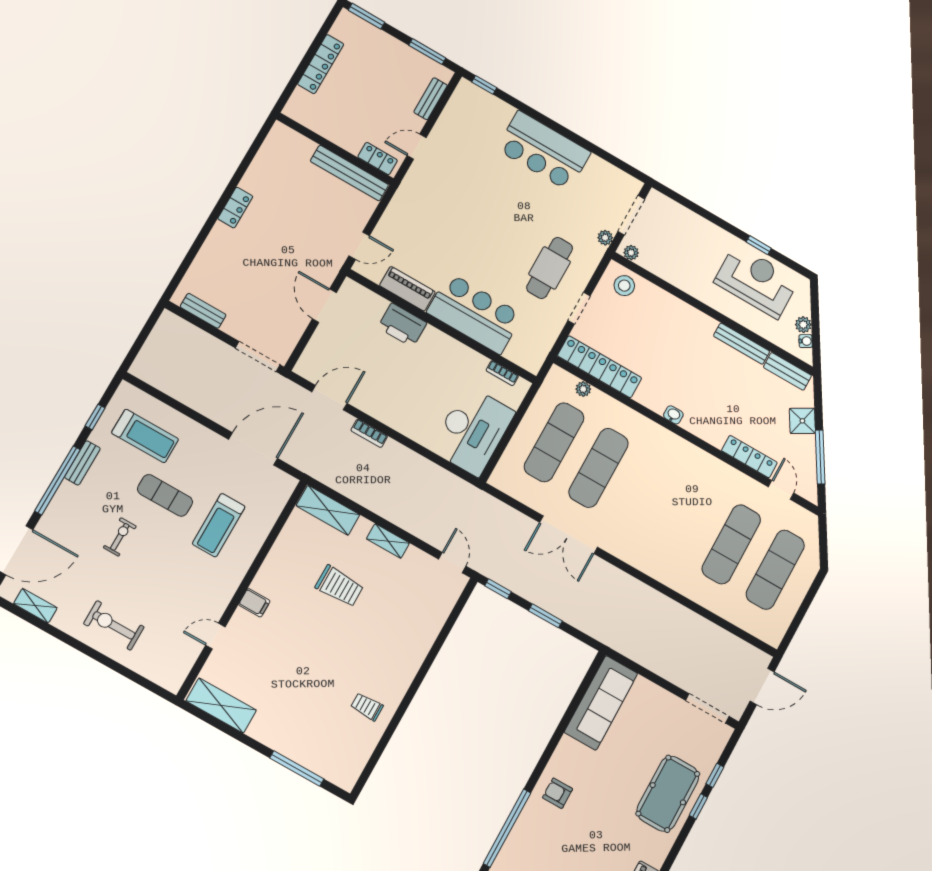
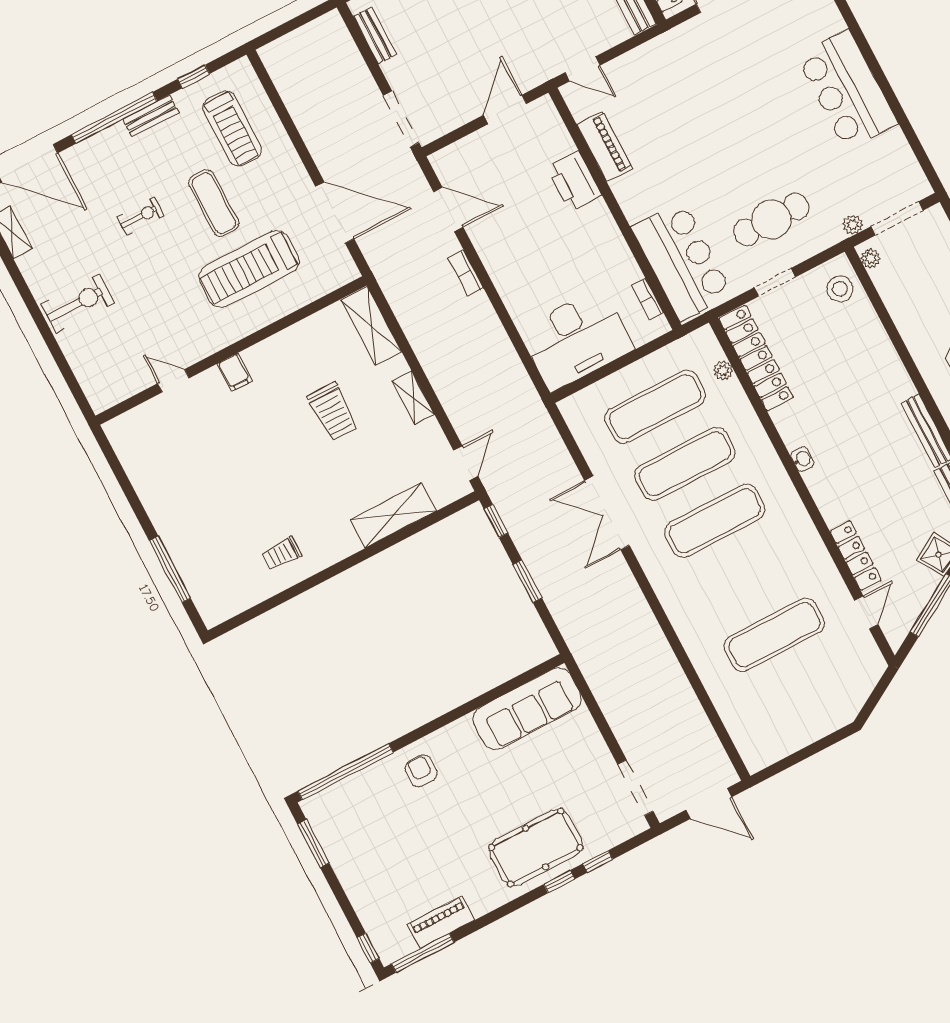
bar counter: (475, 314) -> (682, 261), moved
treadmill: (219, 525) -> (249, 269), width x1.37, depth x1.38
exercise mat: (775, 570) -> (715, 521), moved
exercise bike: (114, 625) -> (78, 303), turned 90
shelving: (221, 706) -> (393, 515), moved, turned 90
trolley: (367, 707) -> (282, 554), turned -90

